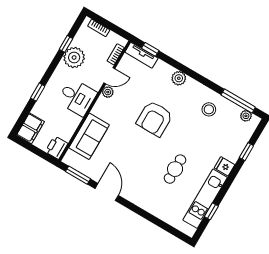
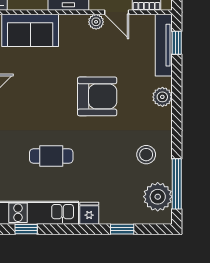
tv unit: (141, 55) -> (164, 45), width x1.41
plant: (246, 116) -> (158, 197), width x1.88, depth x1.88
armchair: (155, 119) -> (97, 96), turned 180

